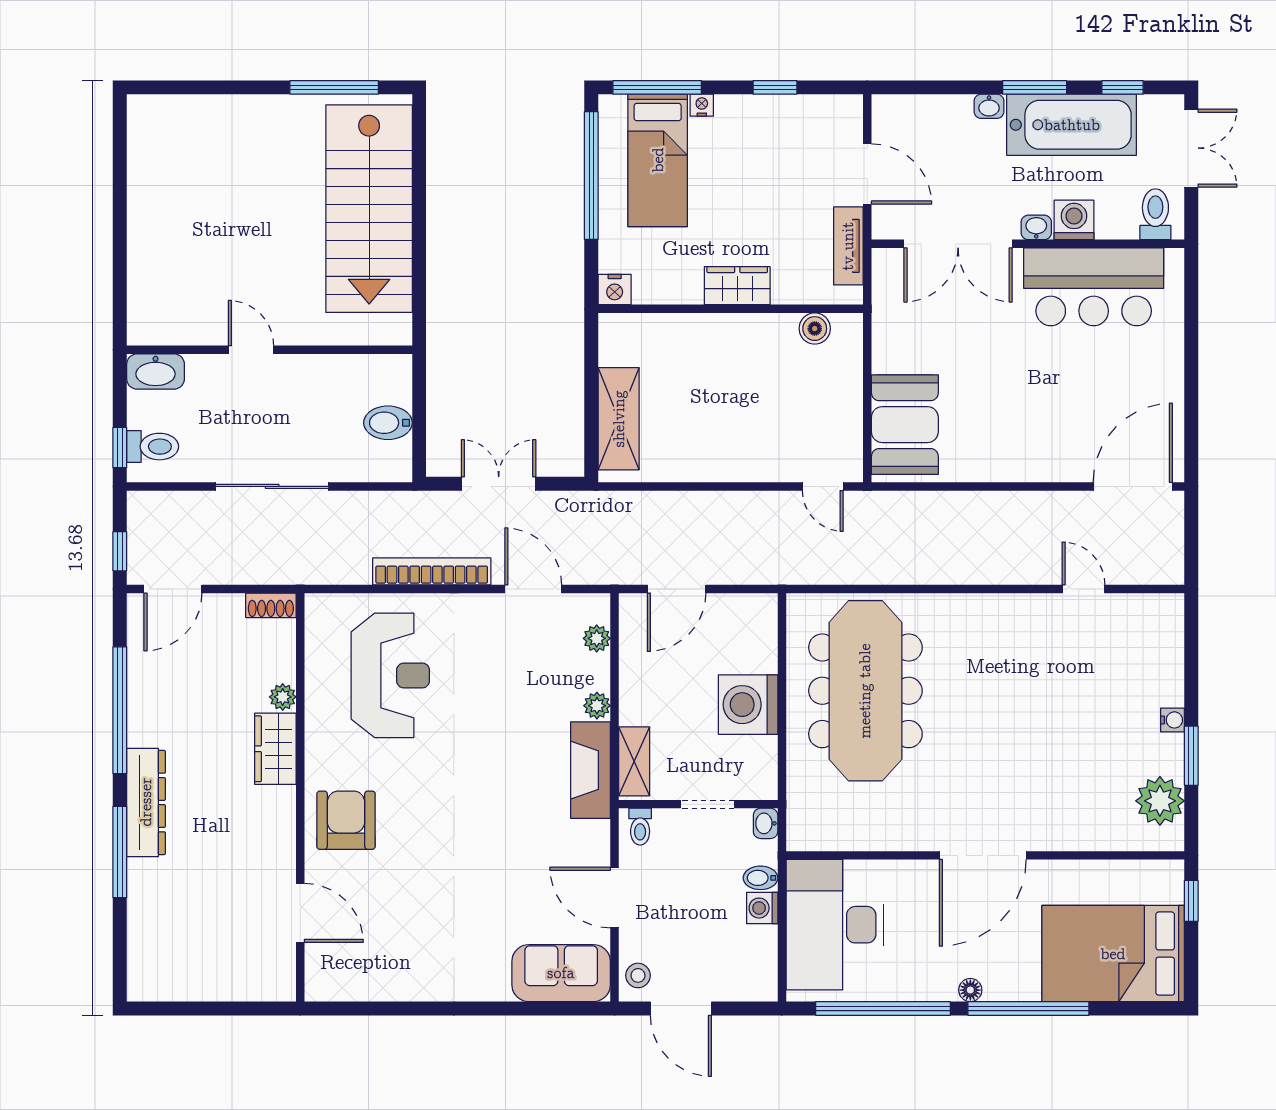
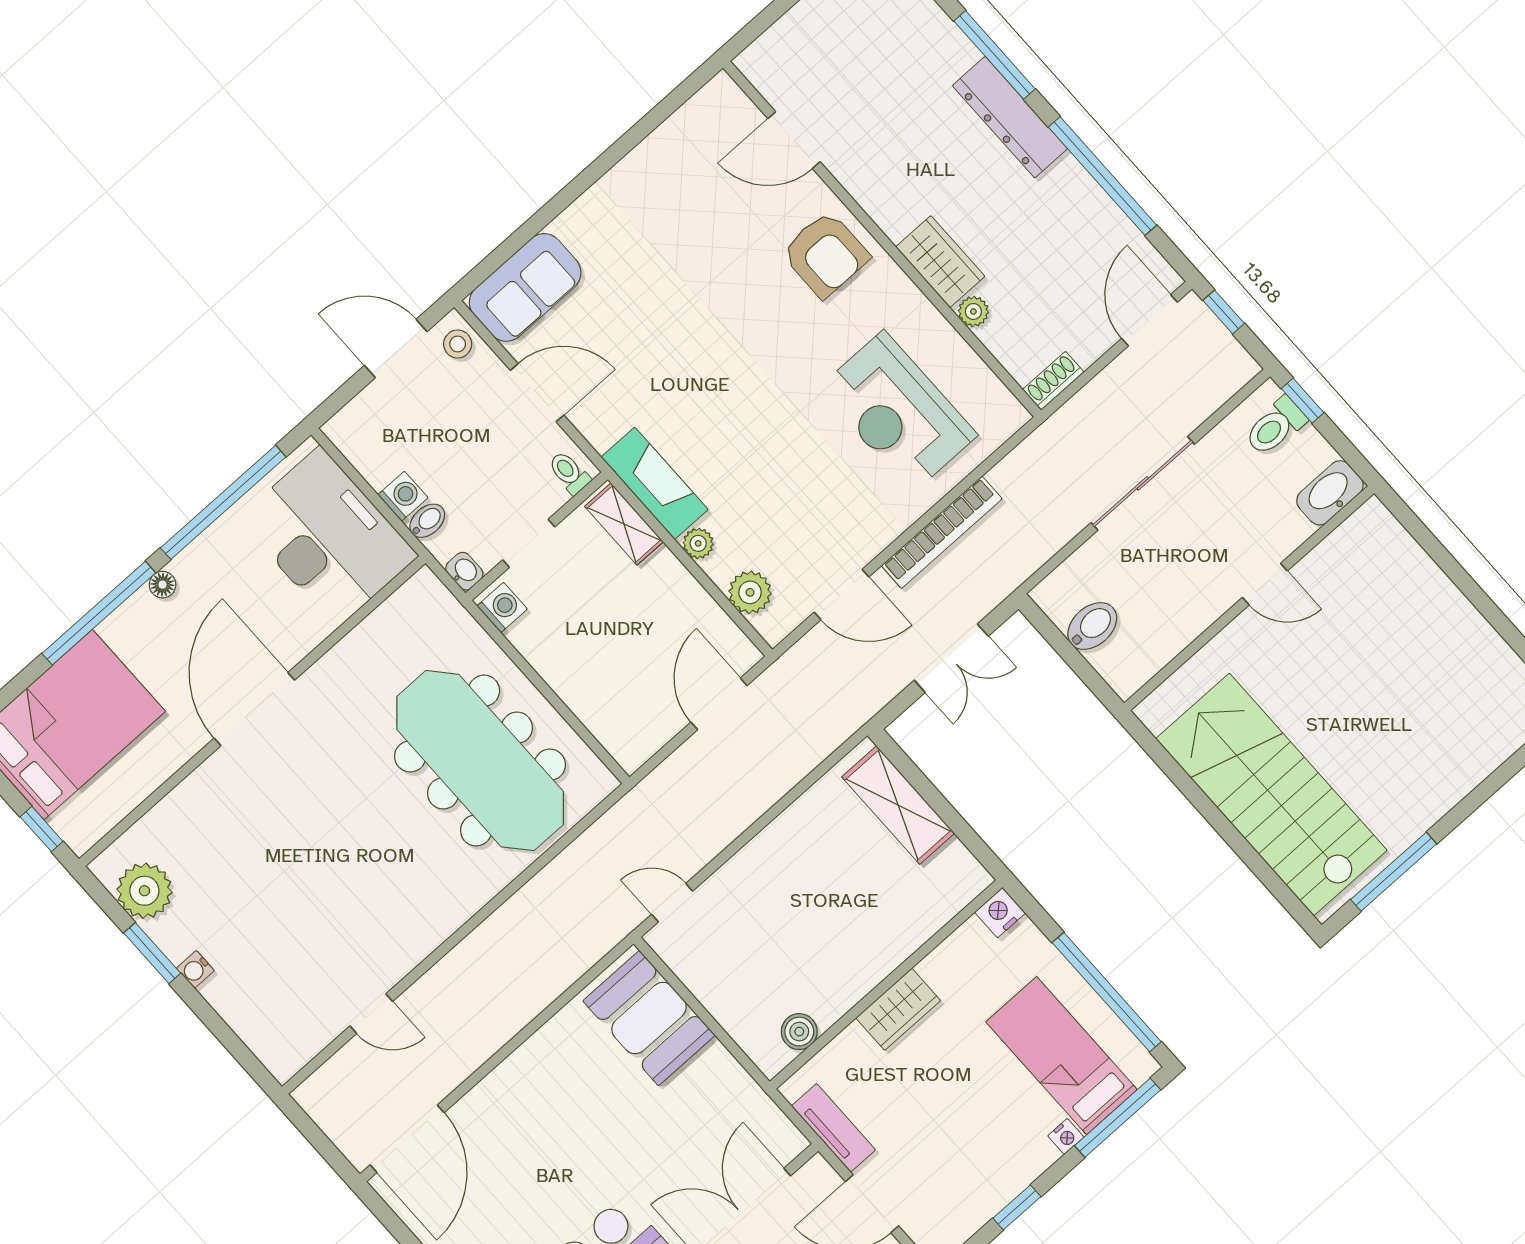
plant: (597, 638) -> (750, 592), width x1.38, depth x1.38
washing machine: (748, 705) -> (502, 607), moved, width x0.53, depth x0.53

